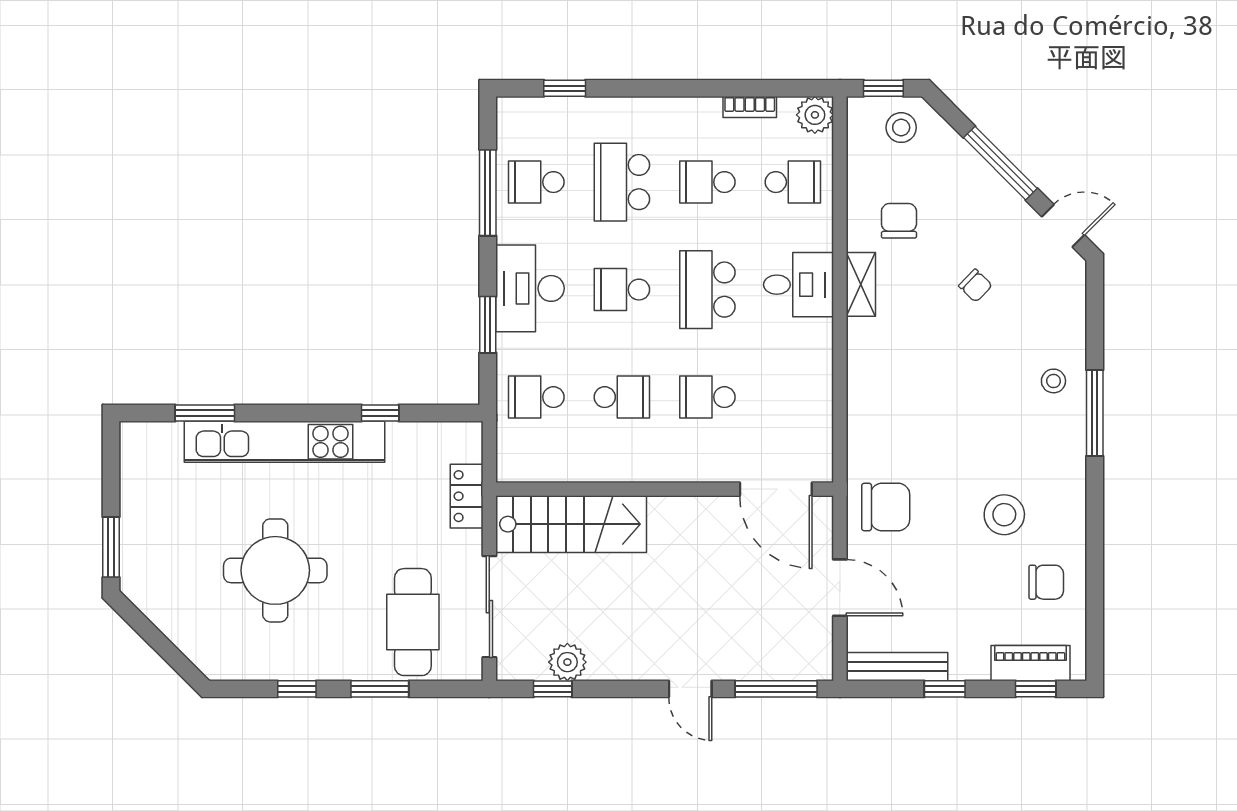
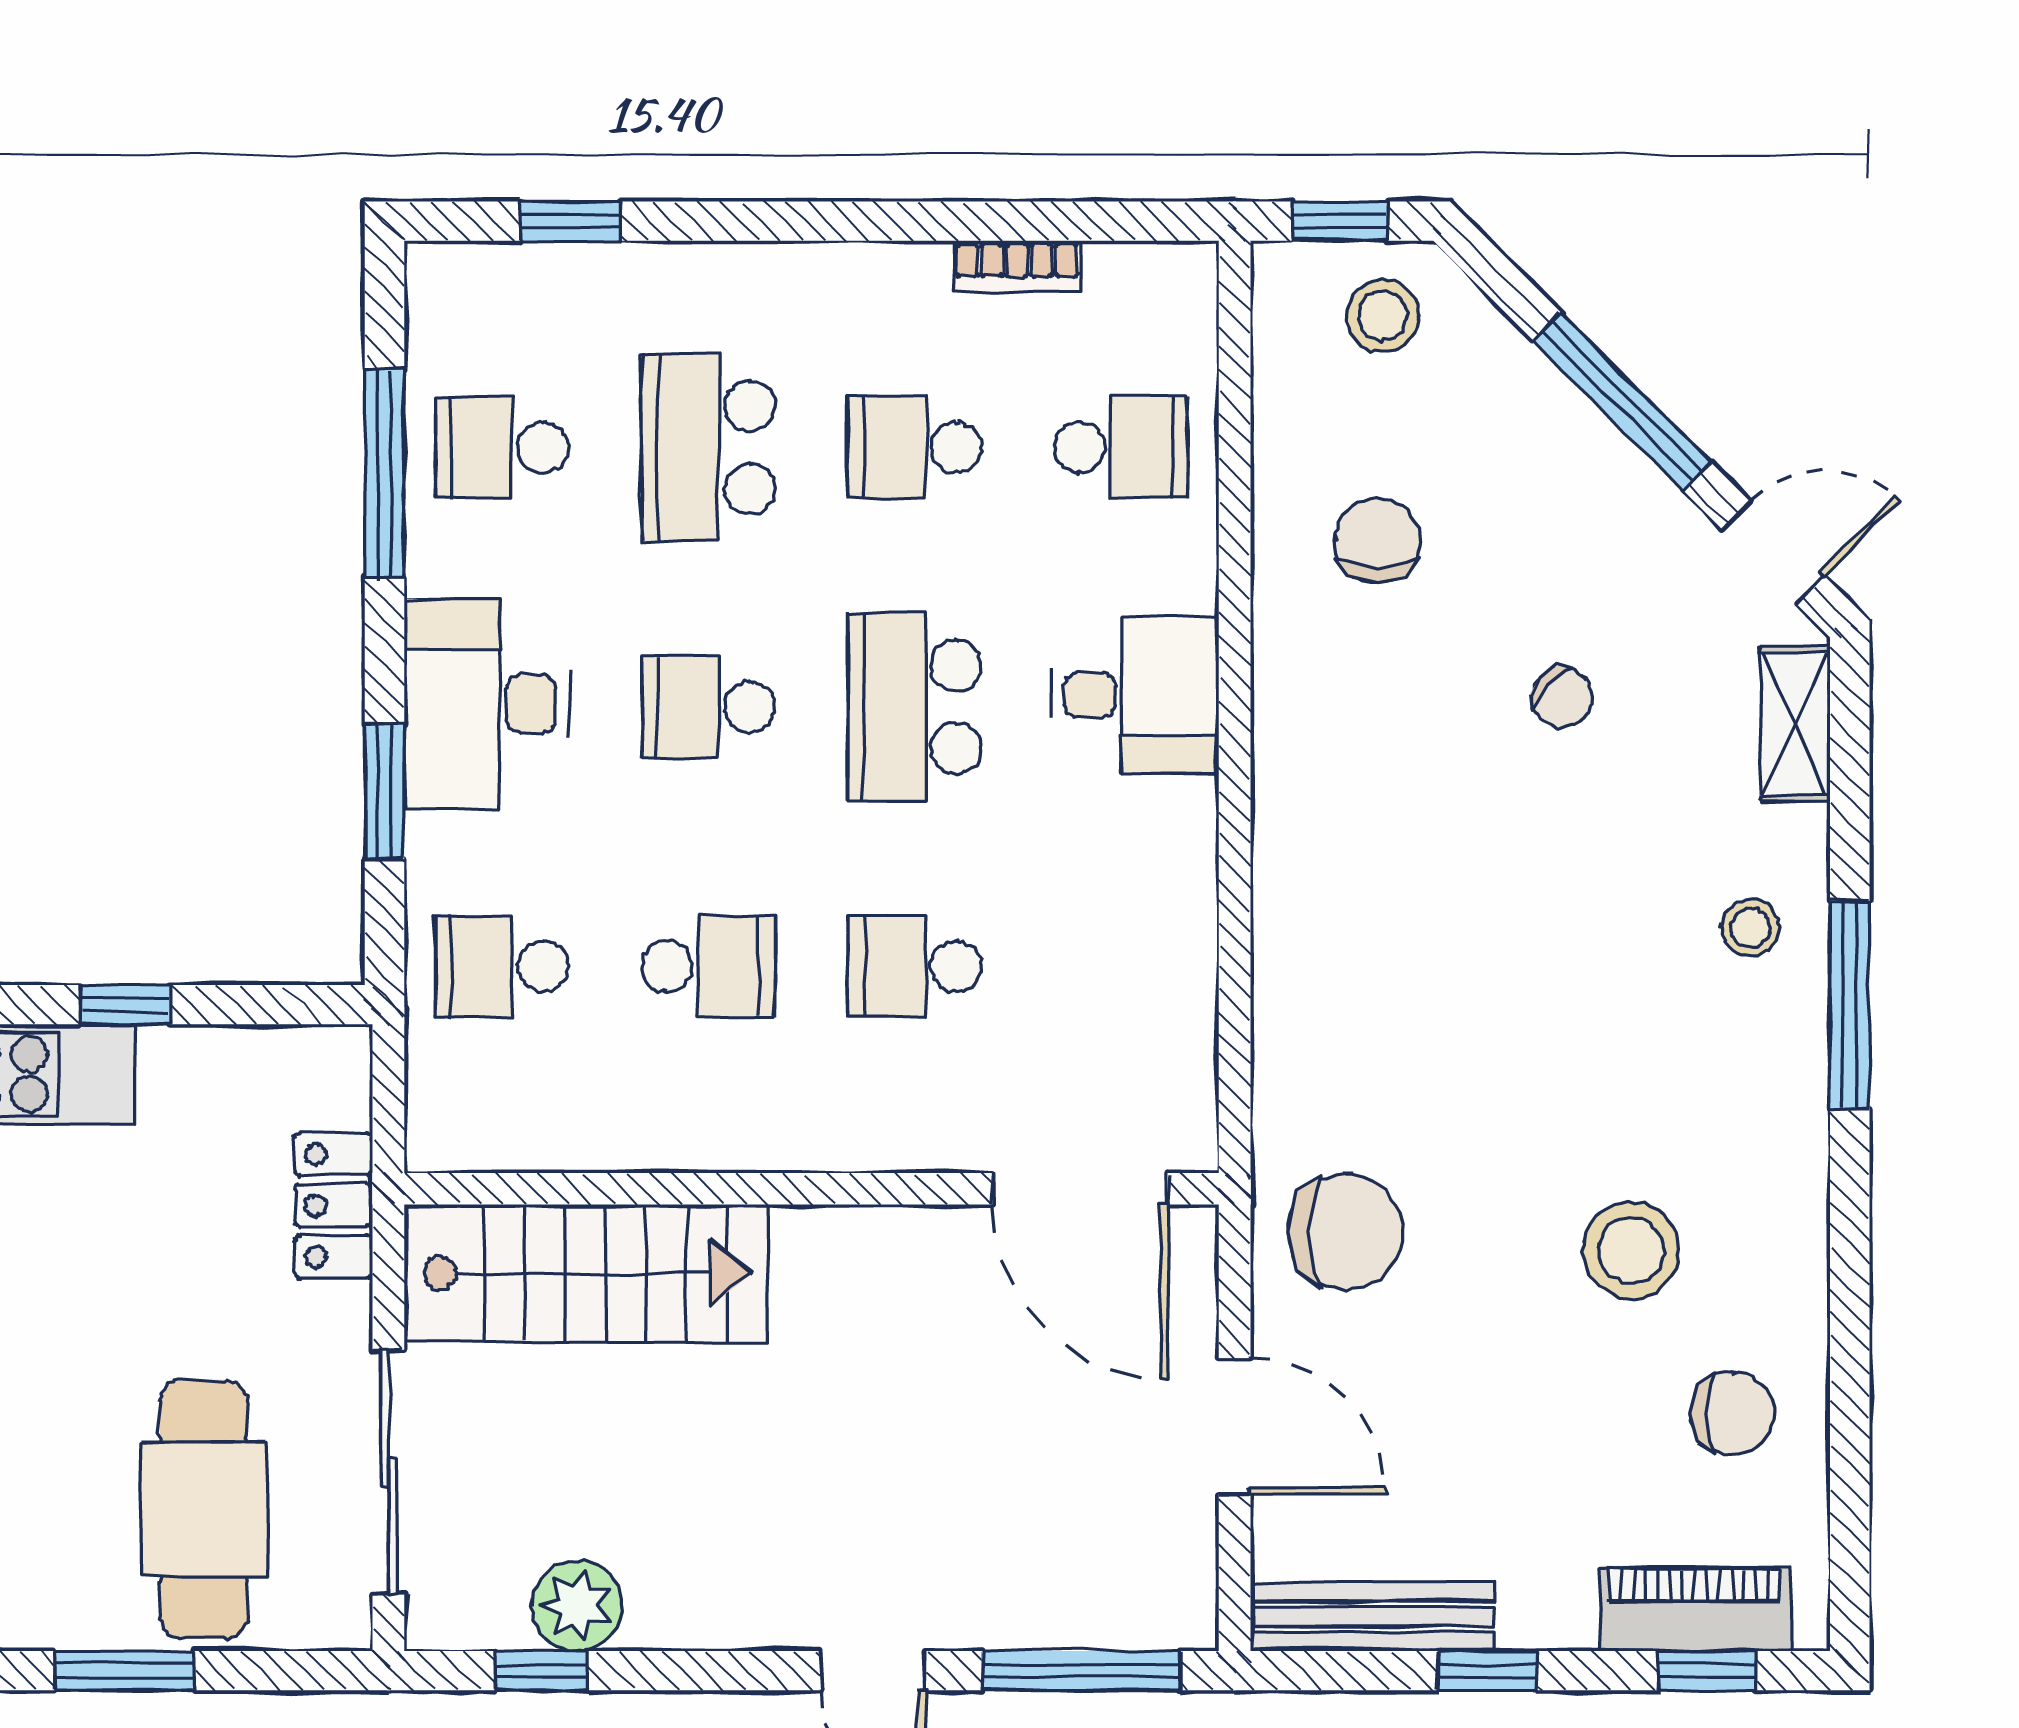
plant: (815, 115) -> (1174, 285), removed
shelving: (861, 284) -> (1795, 724), moved

